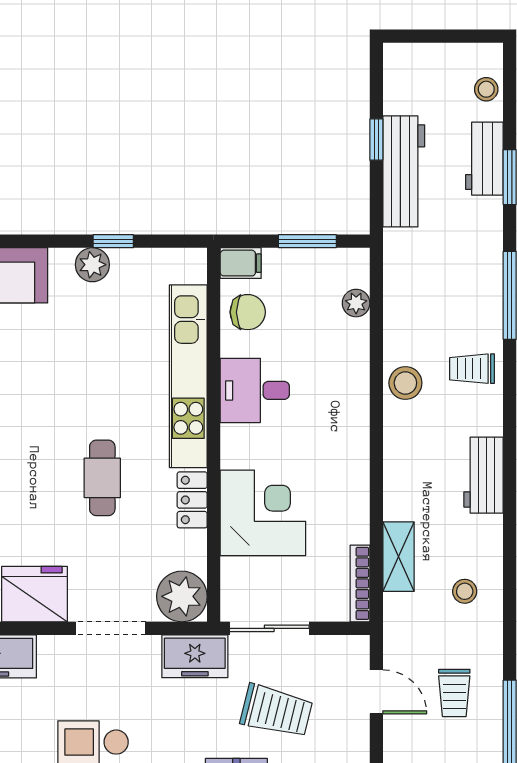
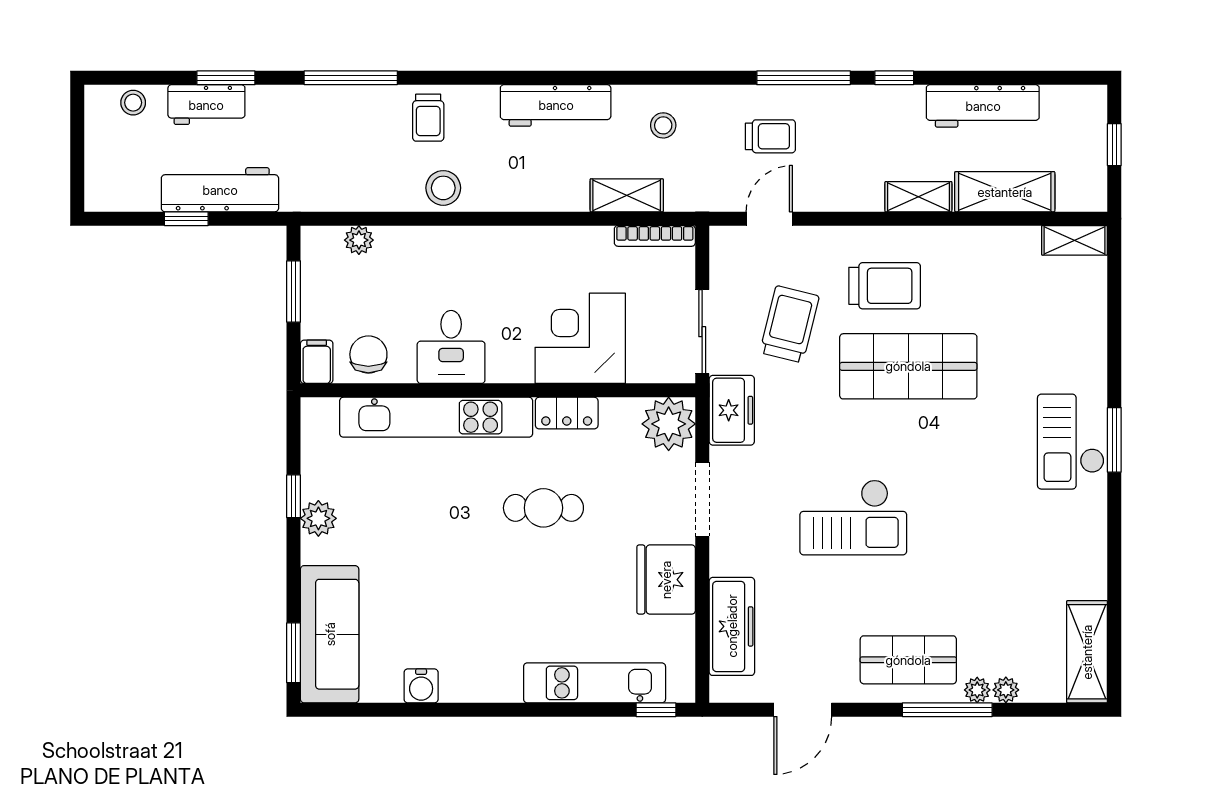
workbench: (484, 475) -> (556, 105), width x1.38

